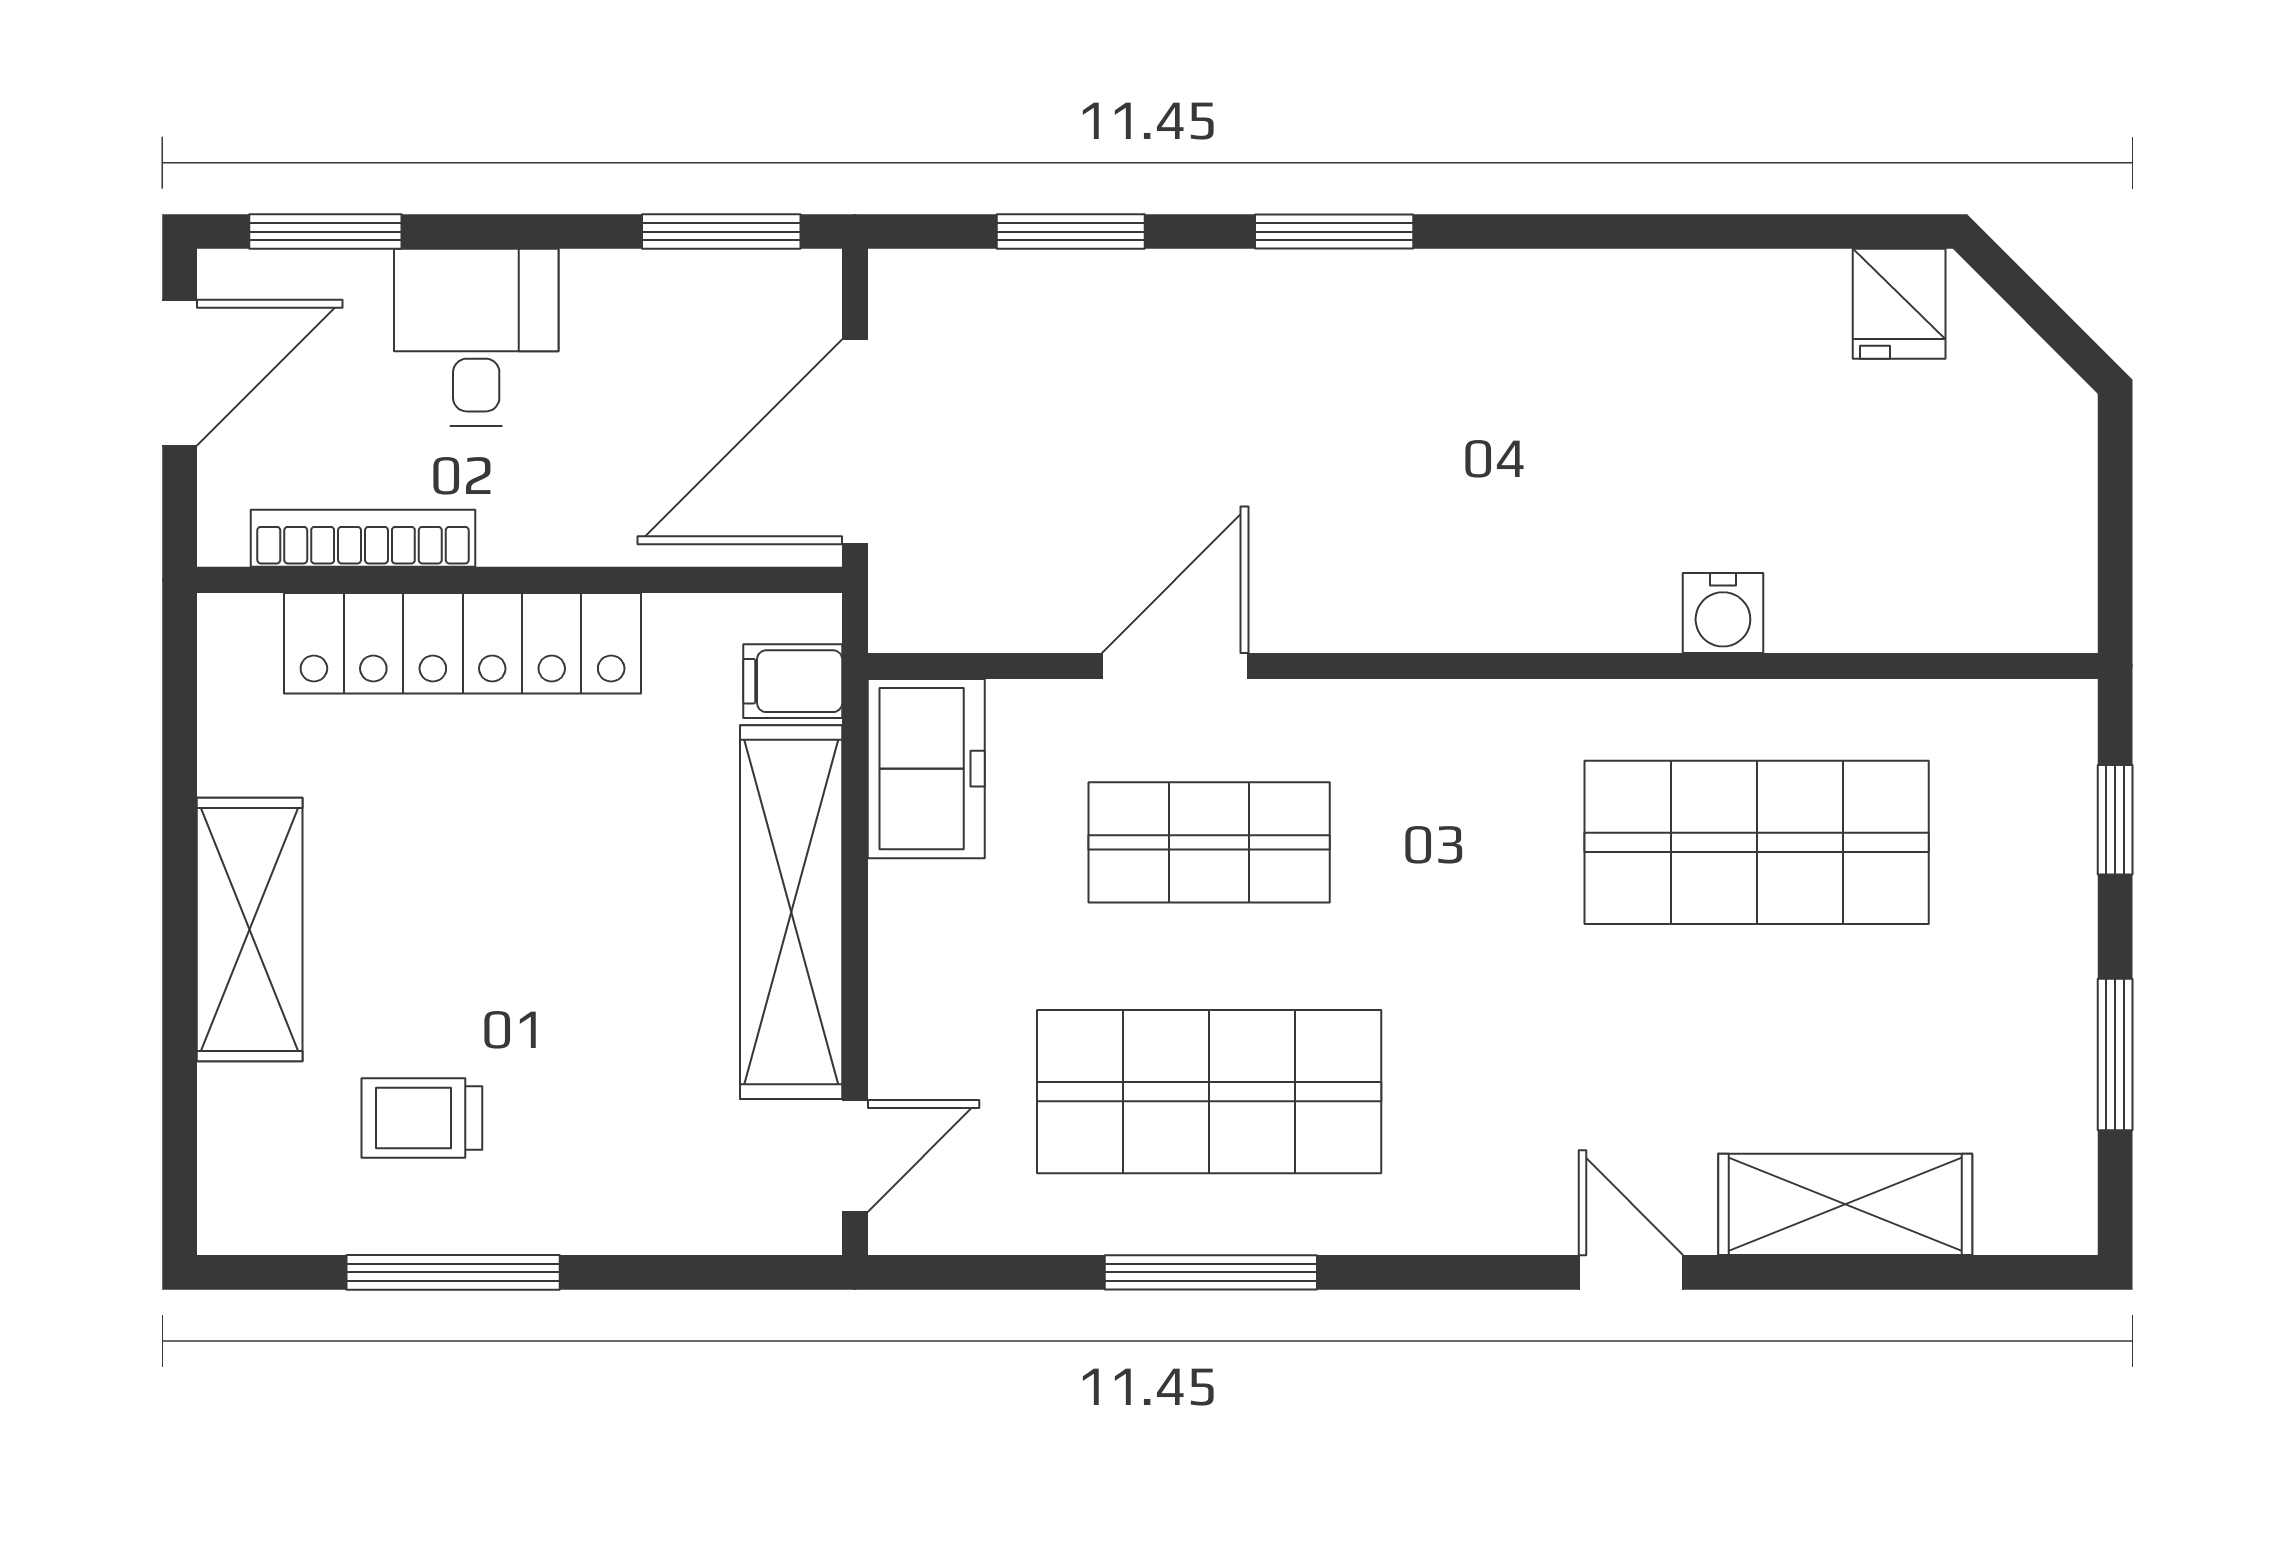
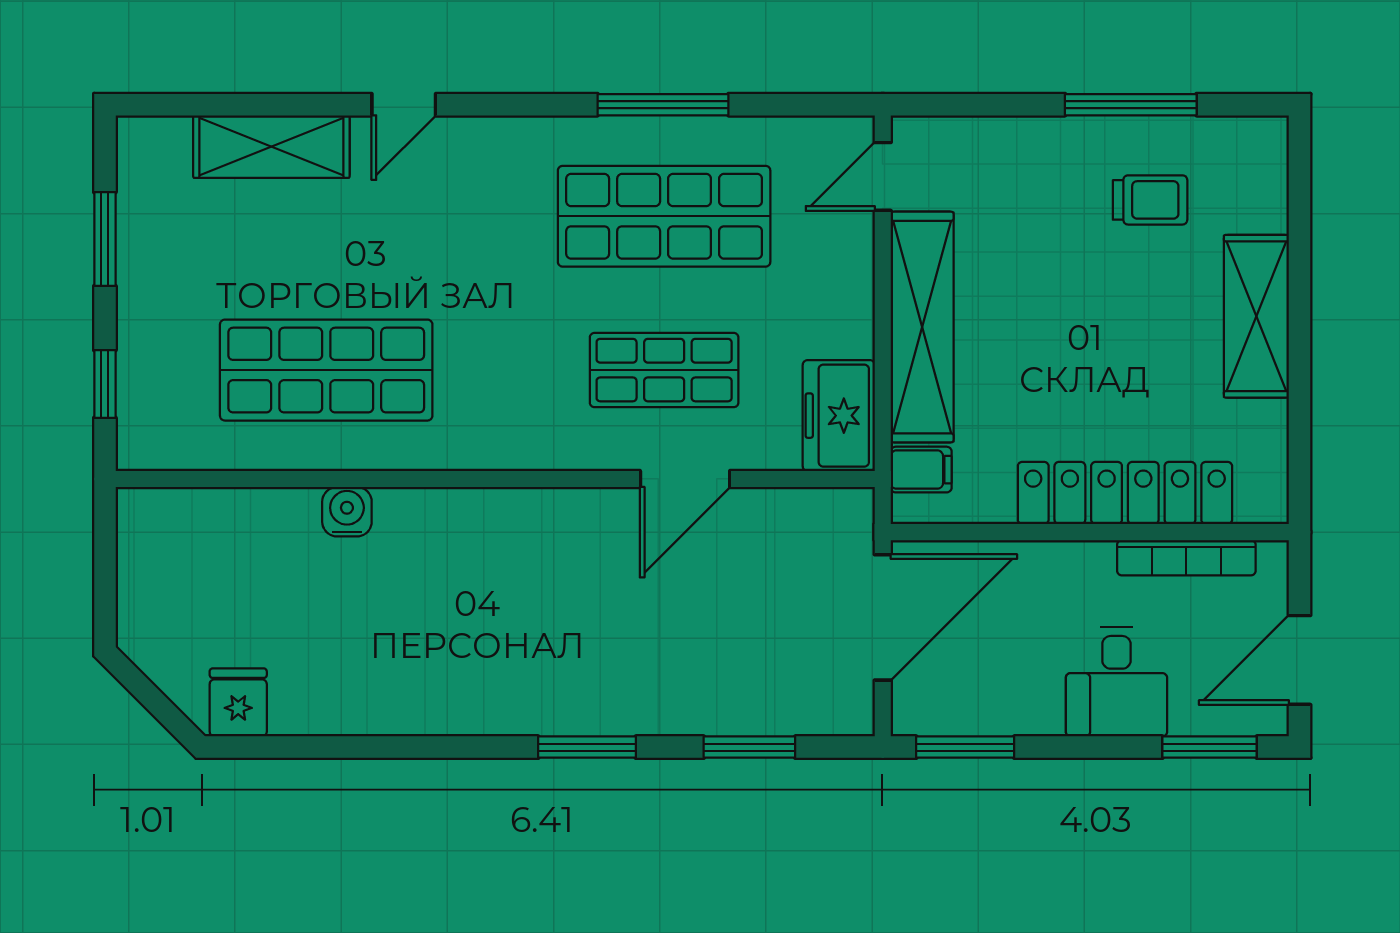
door: (1631, 1272) -> (404, 105), hinge flipped

